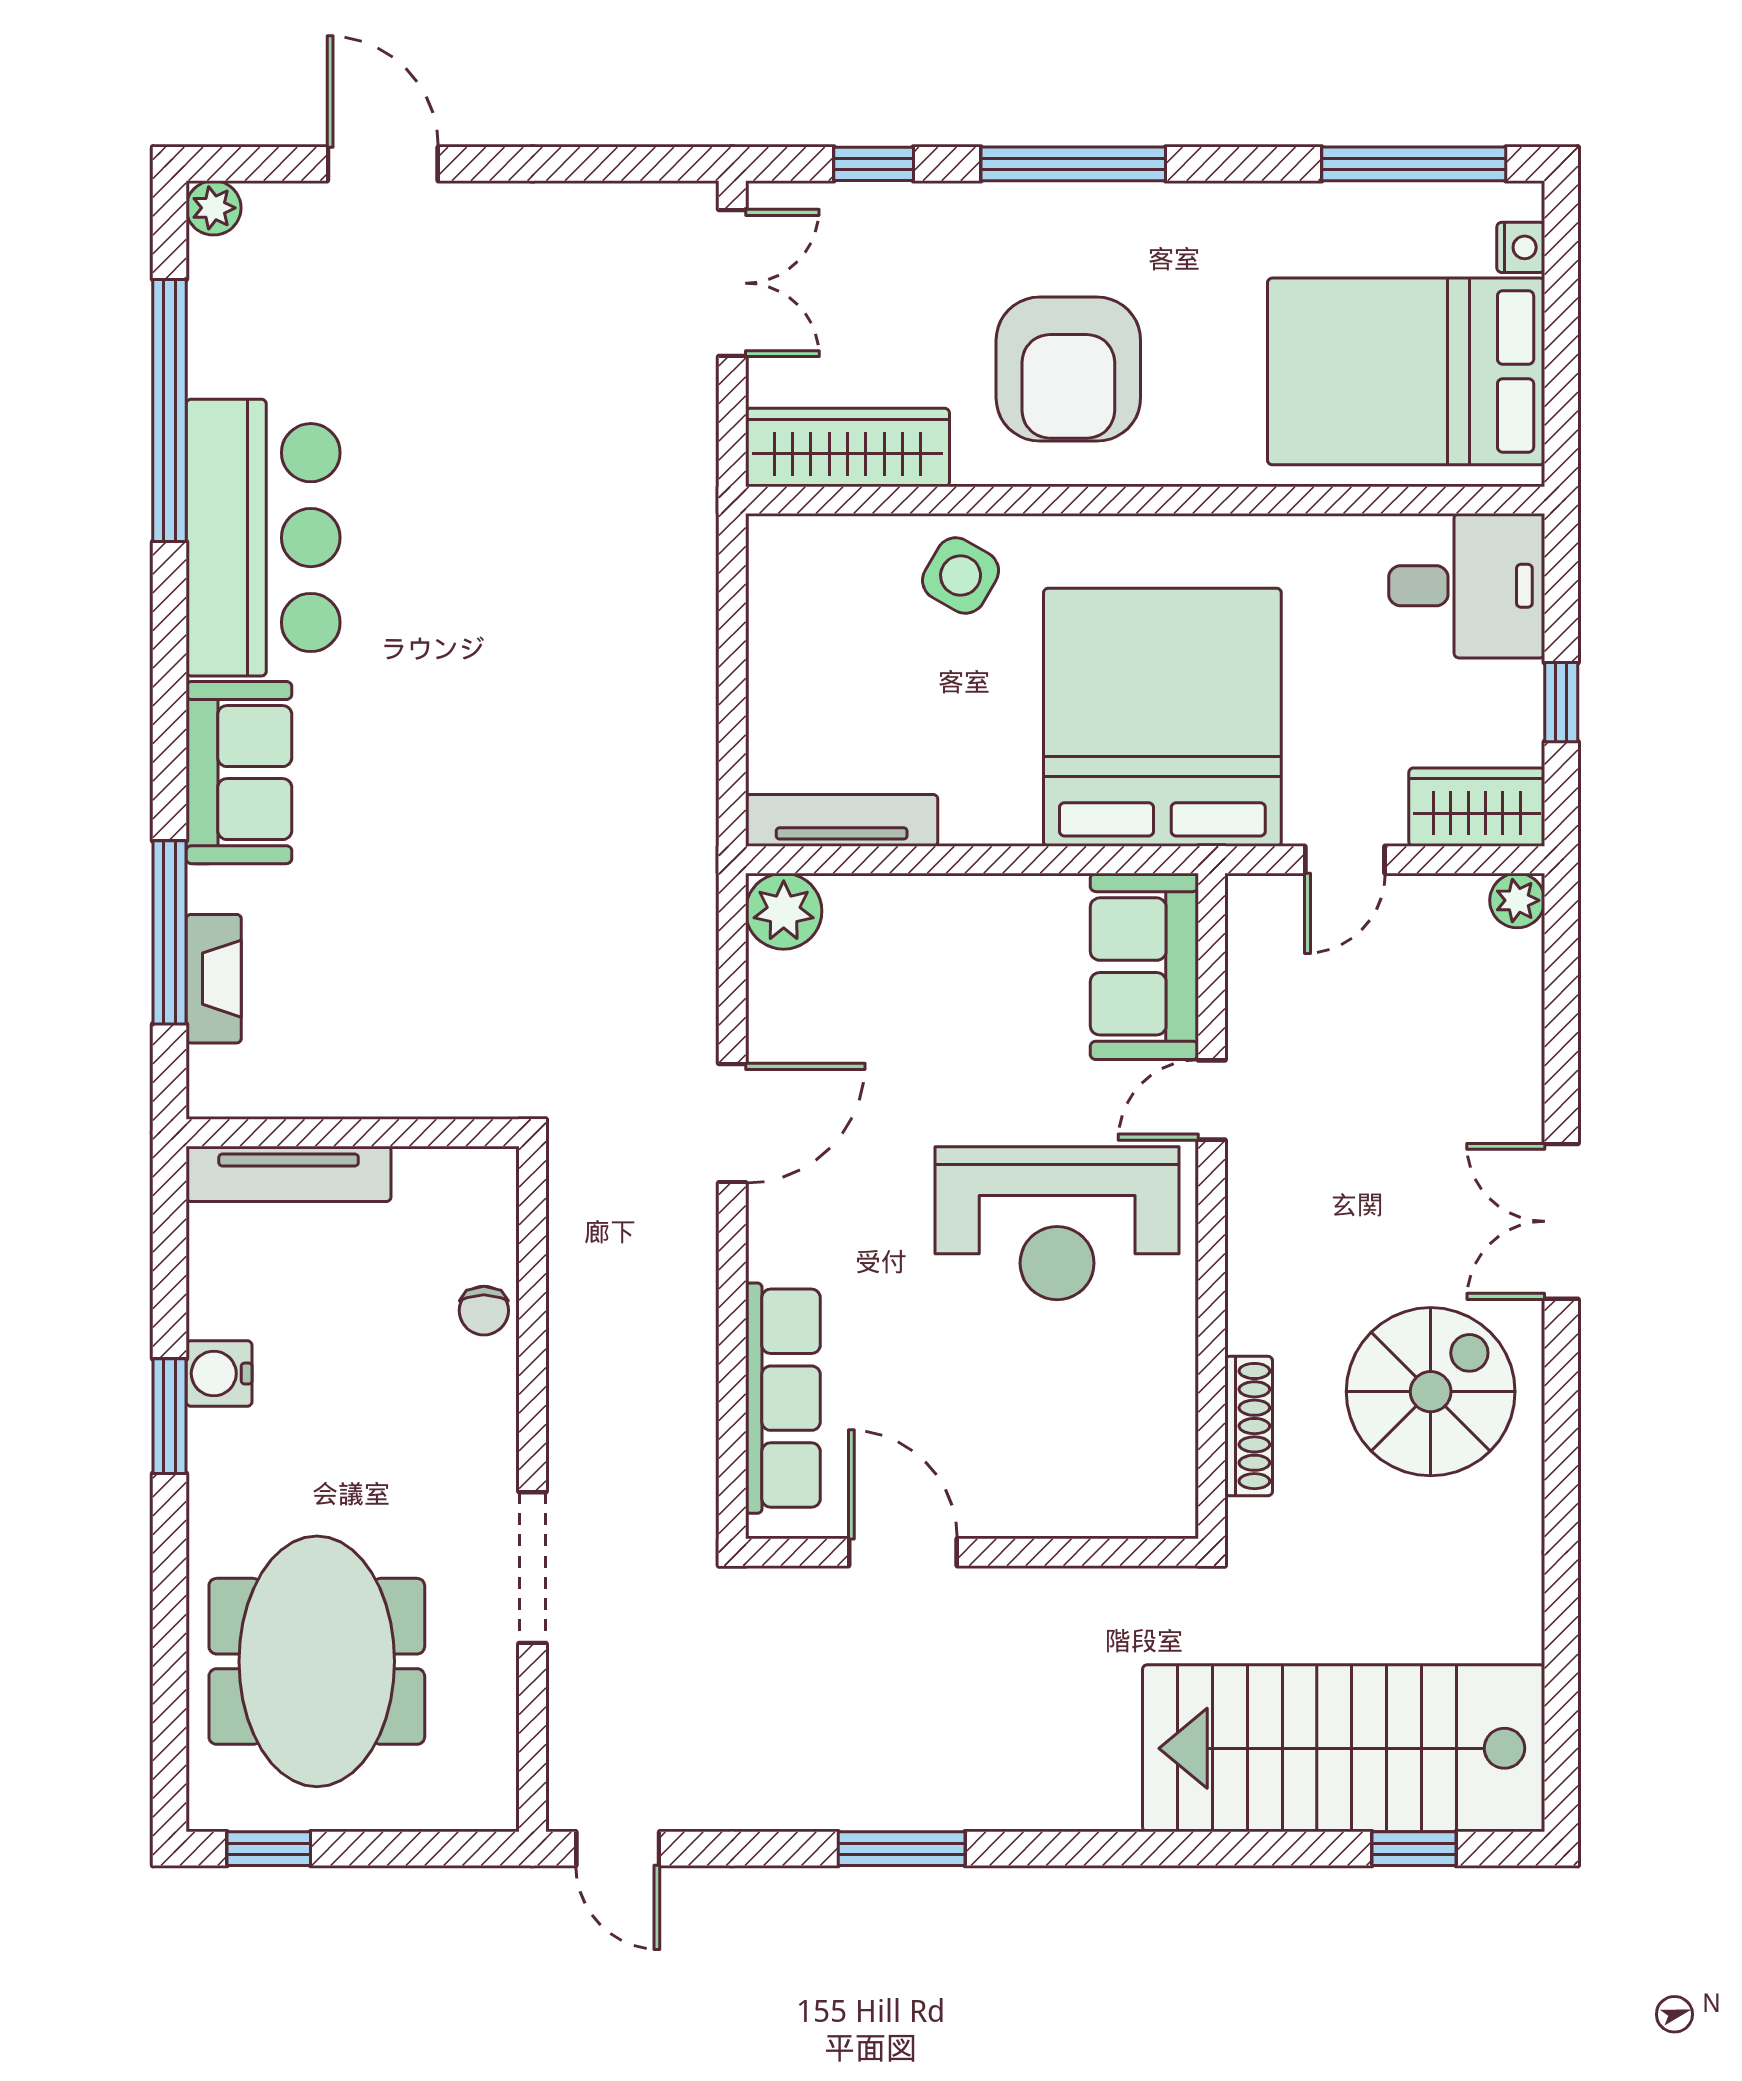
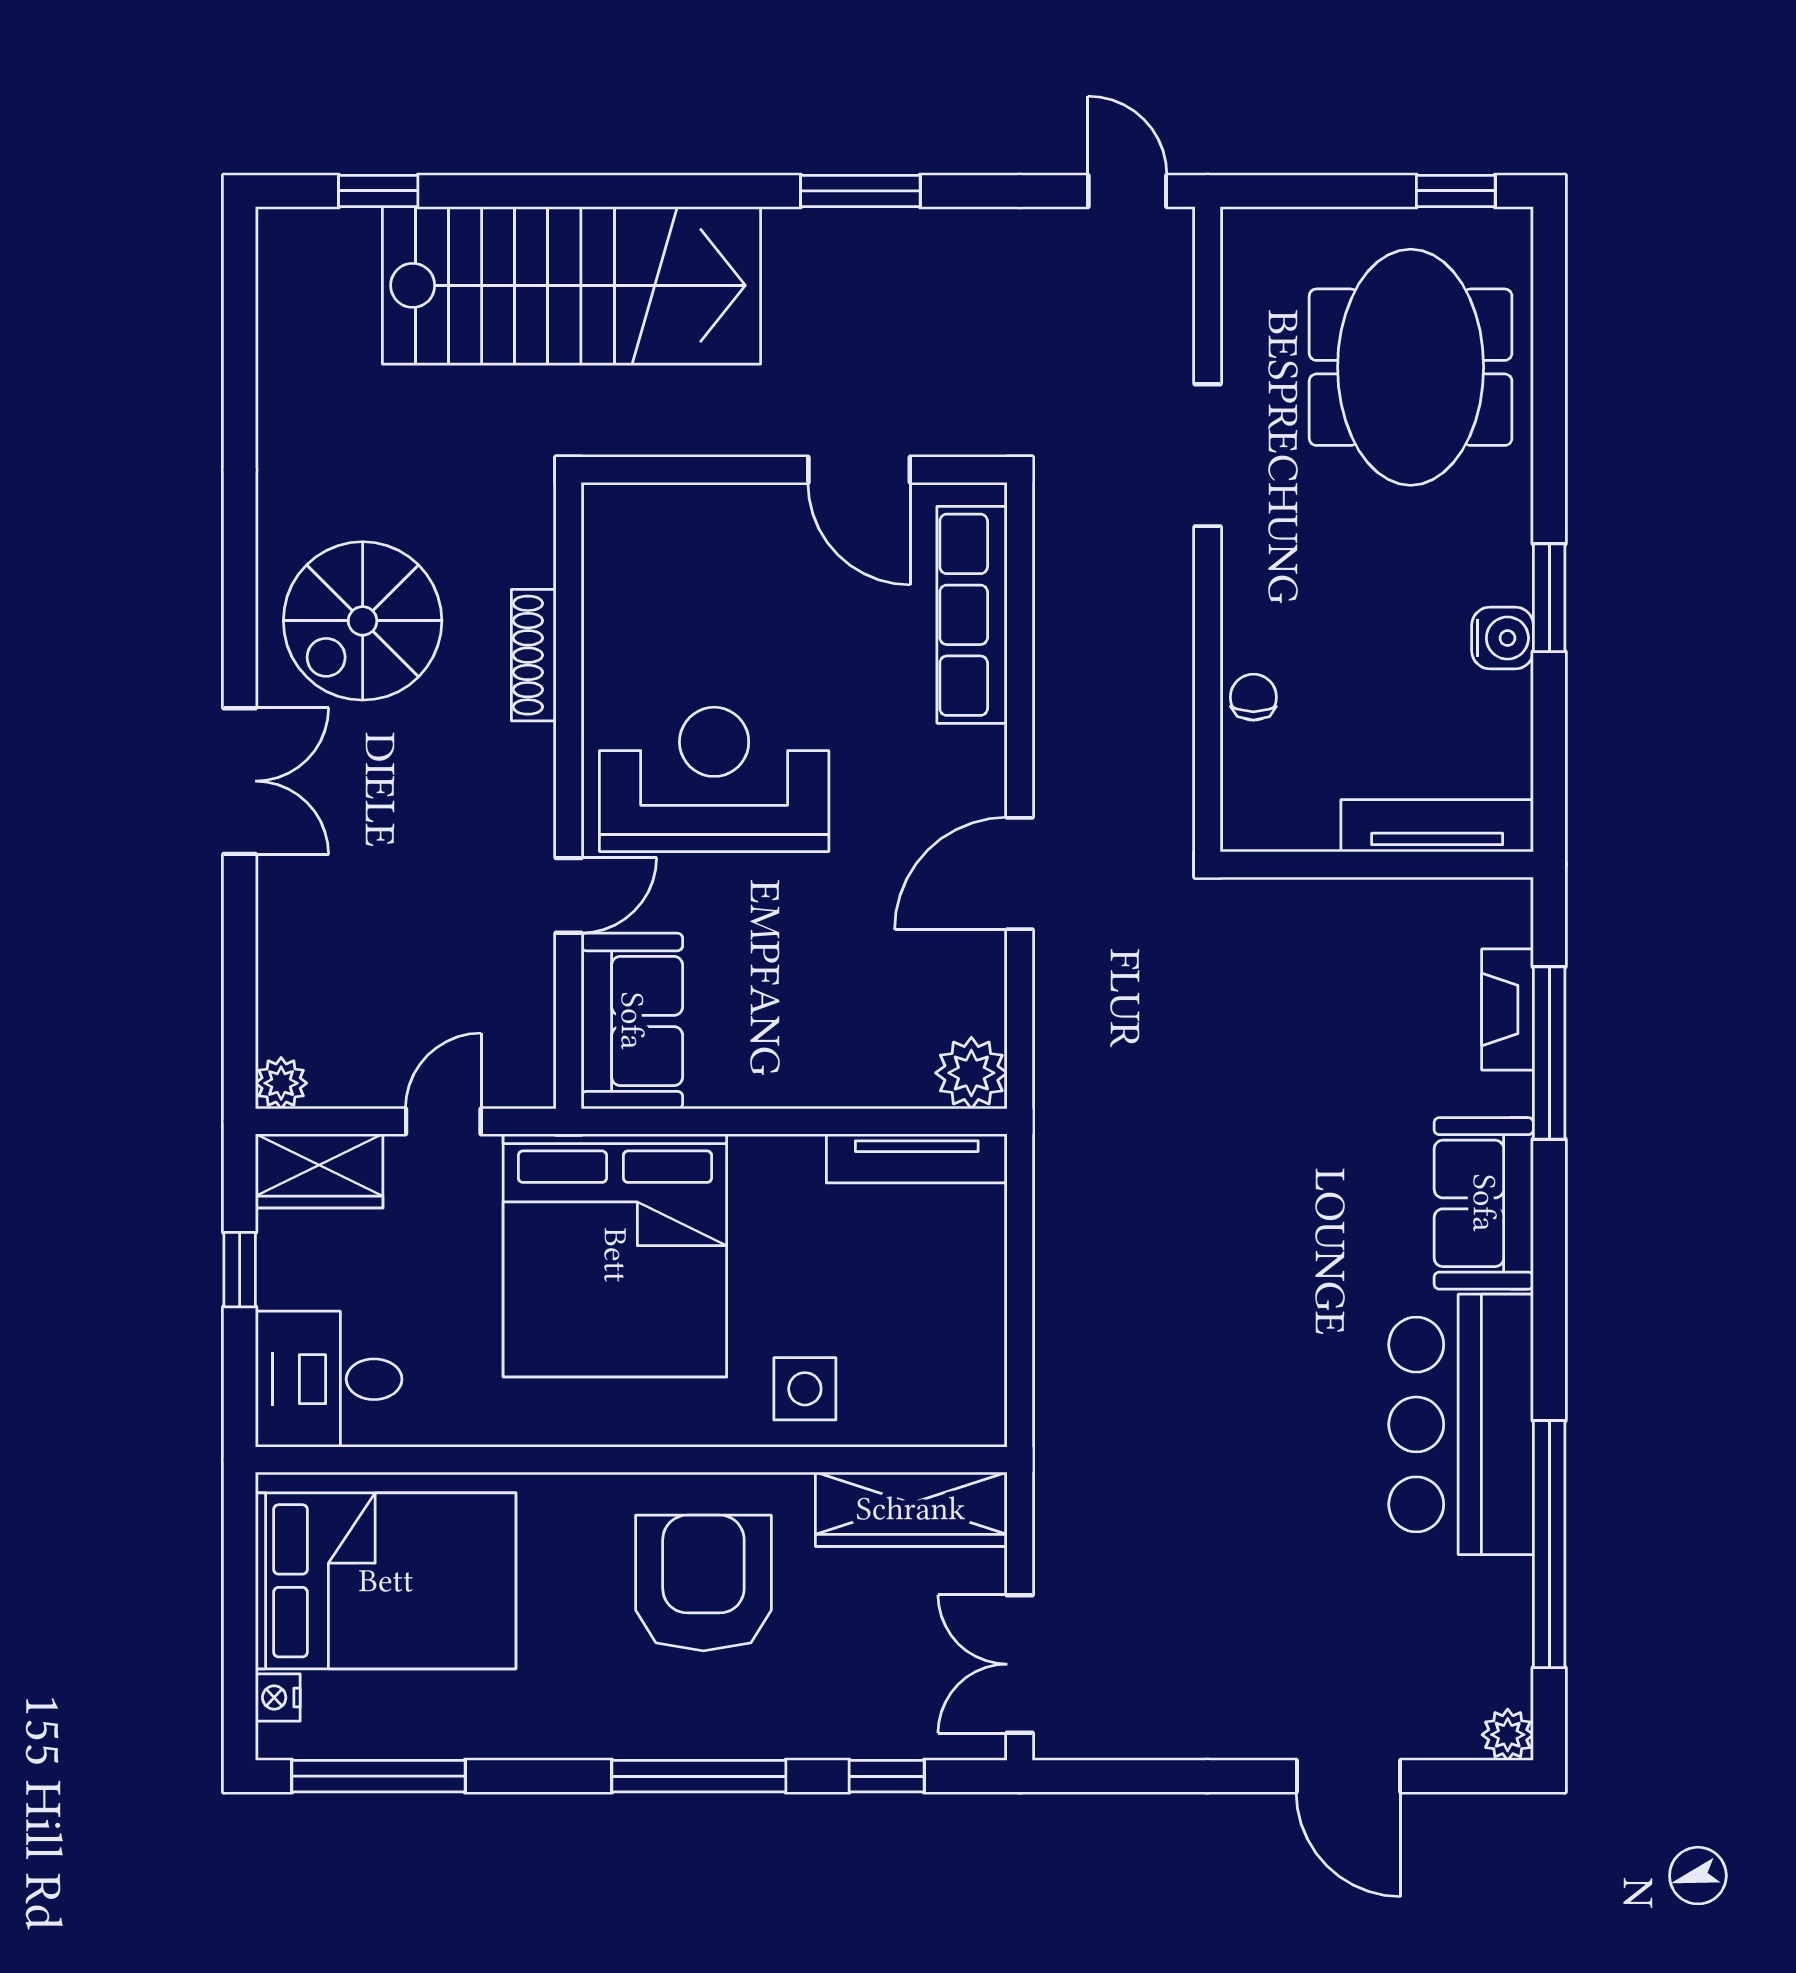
side table: (961, 576) -> (805, 1389), turned -30
shoe rack: (1249, 1426) -> (534, 655), moved
stairs: (1344, 1748) -> (572, 285), moved

